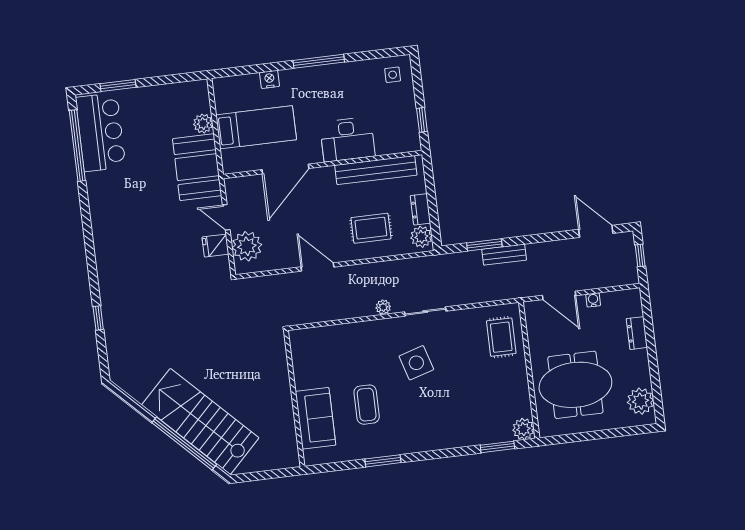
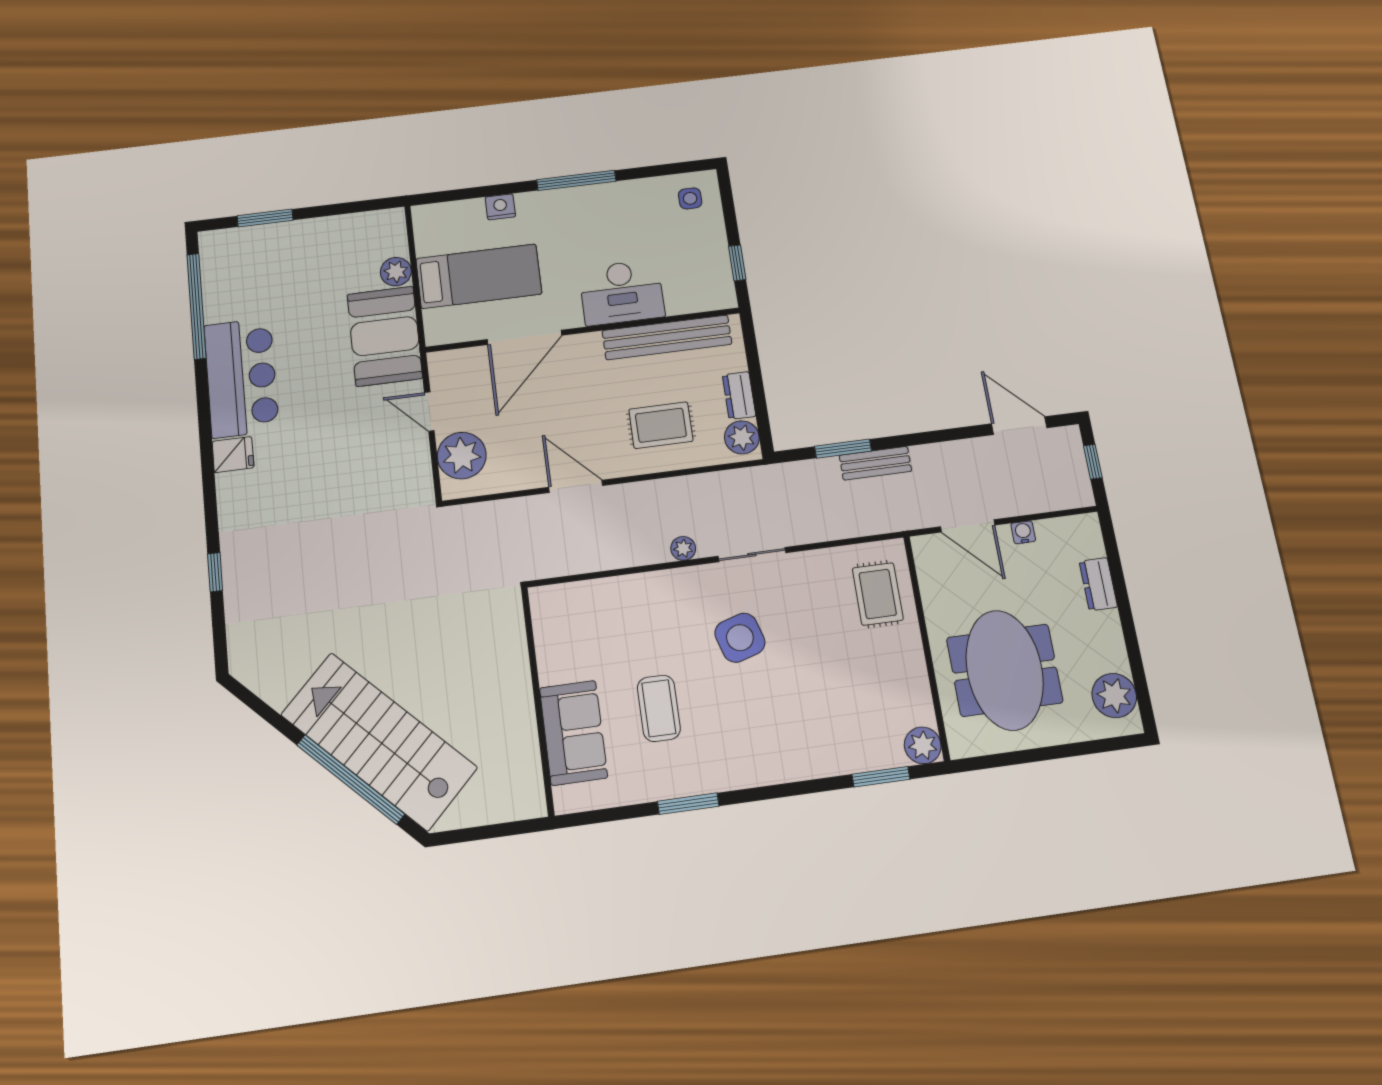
bar counter: (101, 132) -> (241, 378), moved
fridge: (215, 246) -> (233, 455), moved, turned 180
meeting table: (575, 385) -> (1005, 670), turned 90

